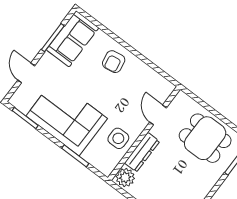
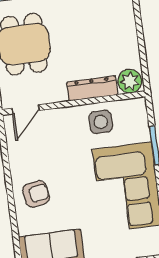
door: (158, 115) -> (26, 109), moved

